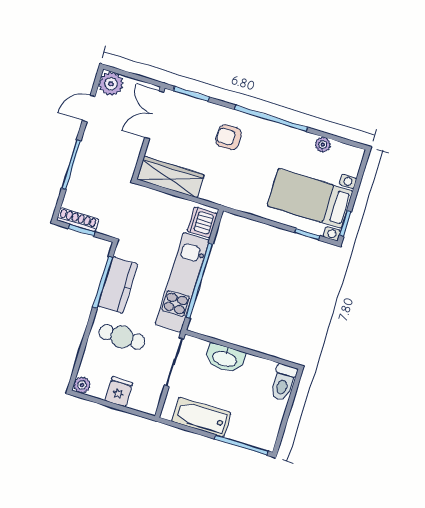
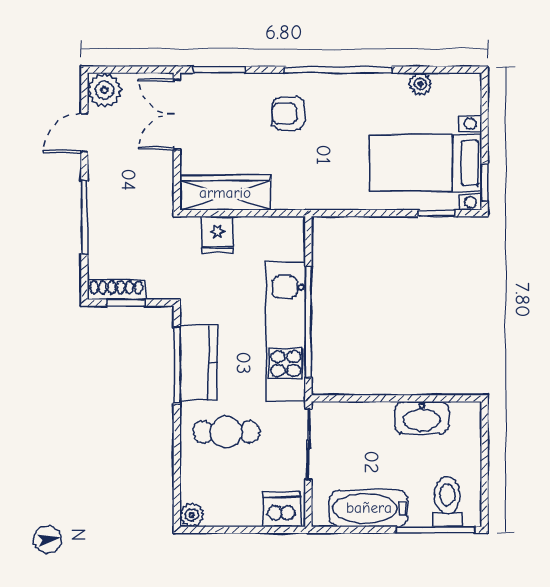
dishwasher: (202, 222) -> (282, 509), moved, turned 90
washbasin: (225, 358) -> (422, 418), moved
toilet: (283, 382) -> (447, 502), moved, turned 180
fridge: (119, 392) -> (217, 234), moved, turned 180

